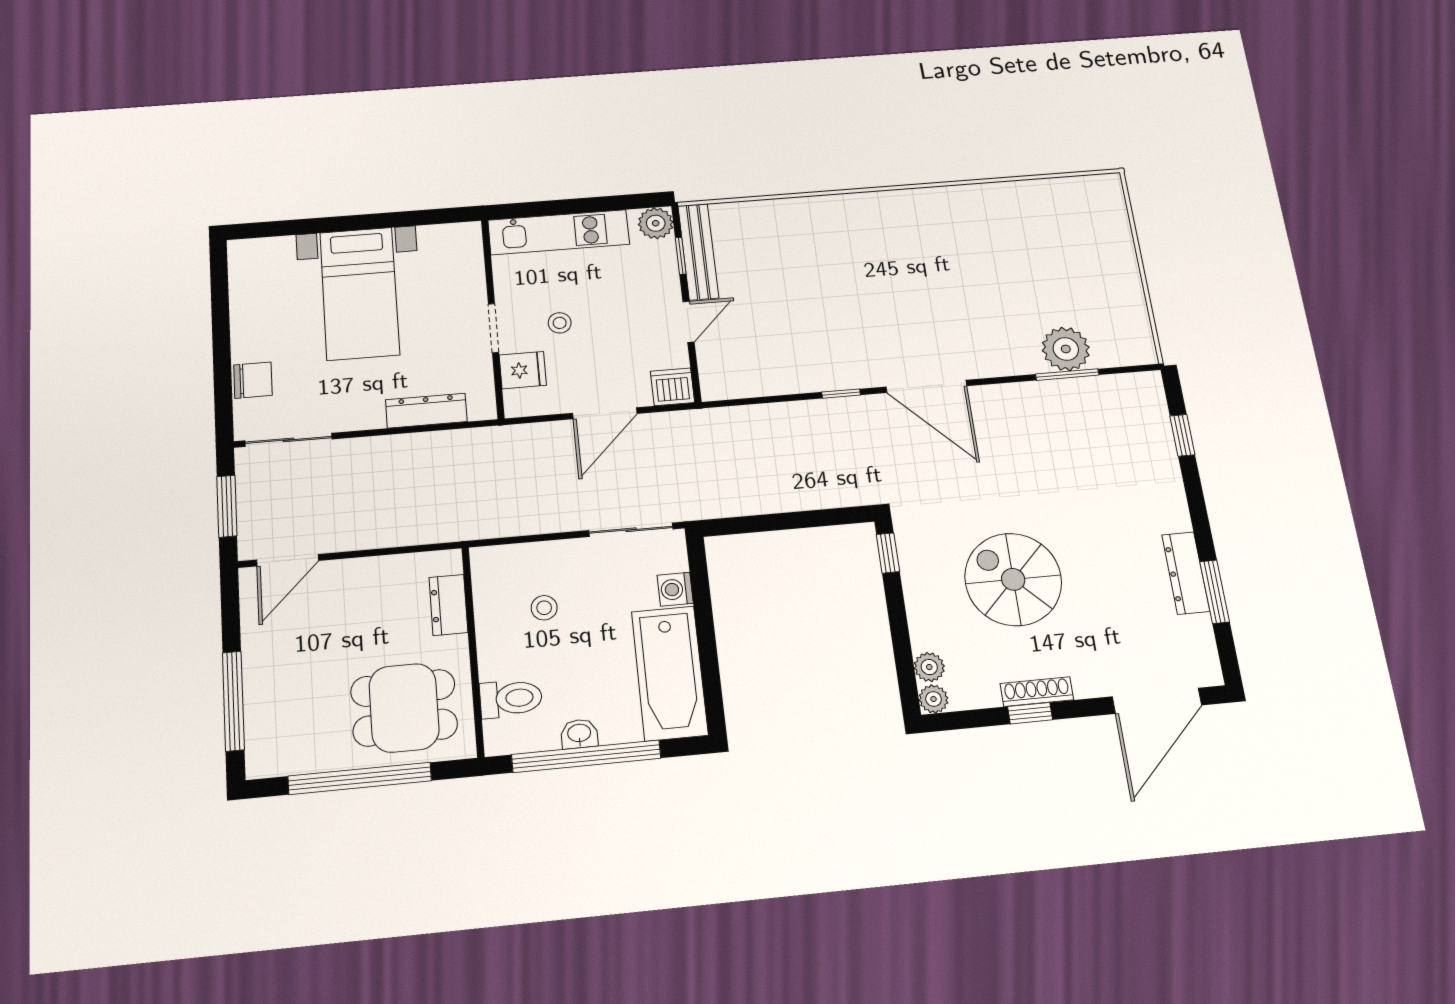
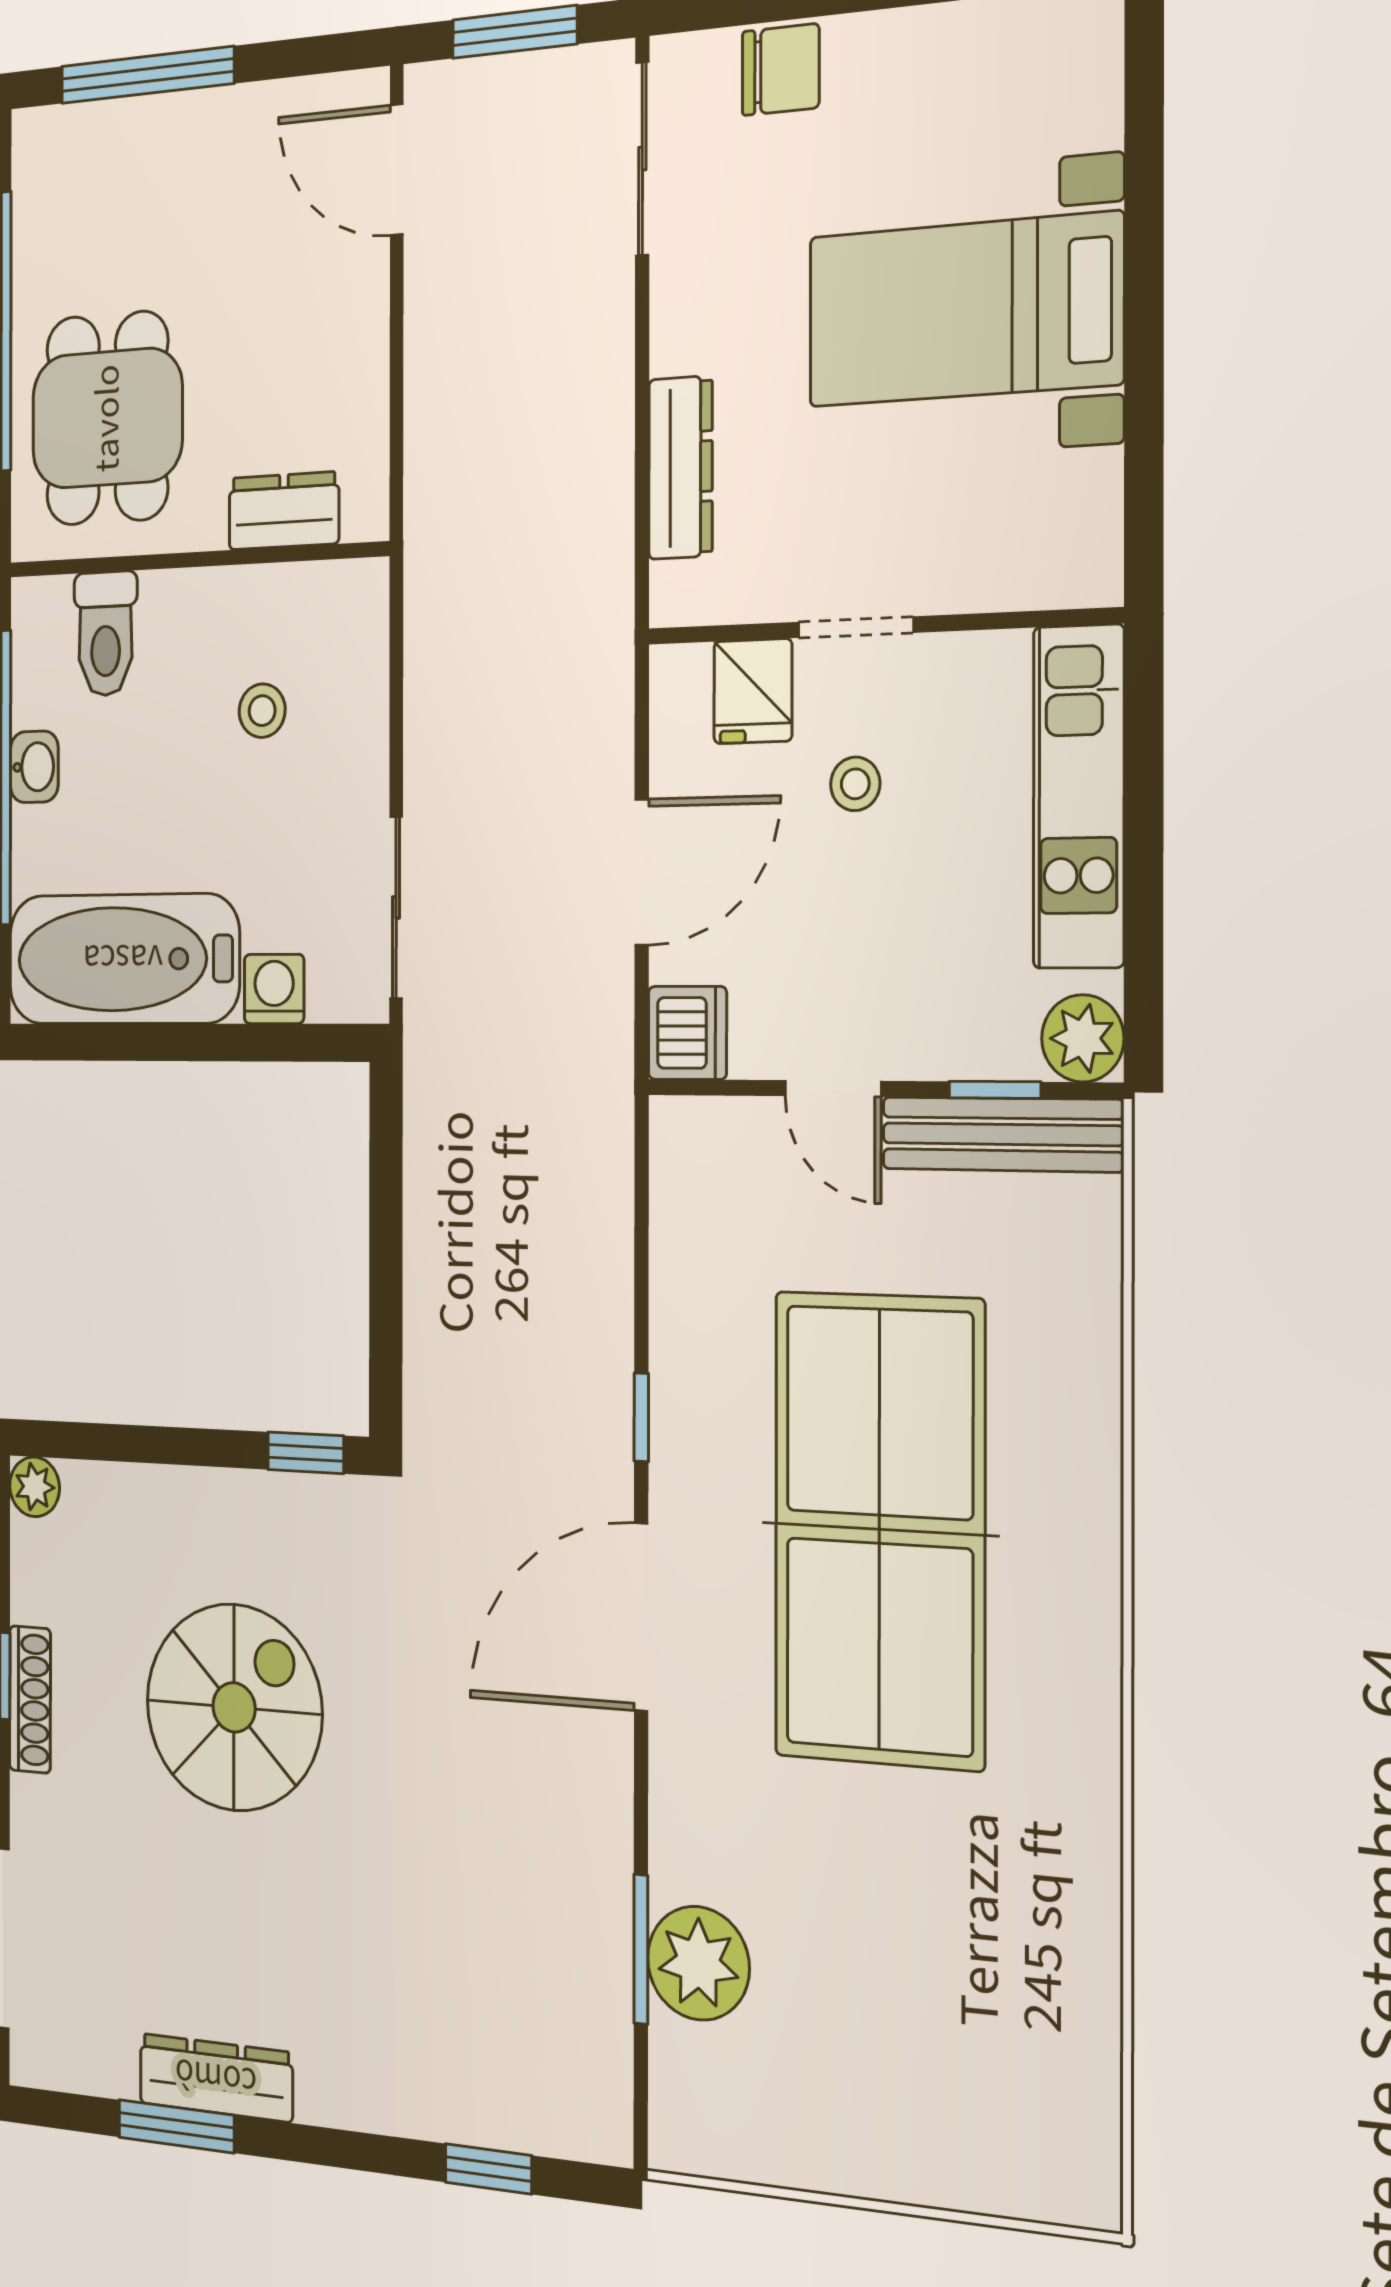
table tennis table: (867, 288) -> (879, 1529), added
chair: (253, 380) -> (781, 70), turned -90
door: (605, 413) -> (642, 872), swing flipped
plant: (929, 667) -> (90, 1491), removed

